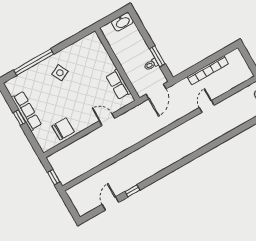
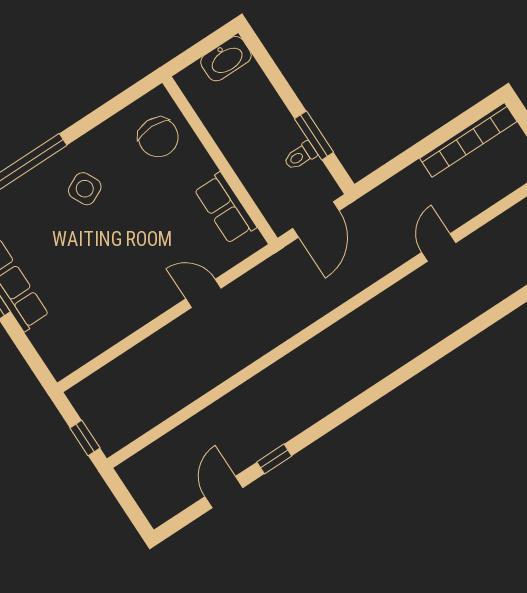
bookcase: (208, 70) -> (468, 140), moved
chair: (63, 129) -> (158, 137), moved, turned 90

